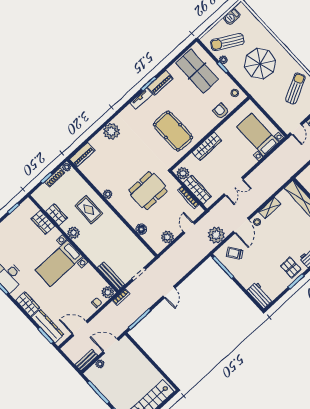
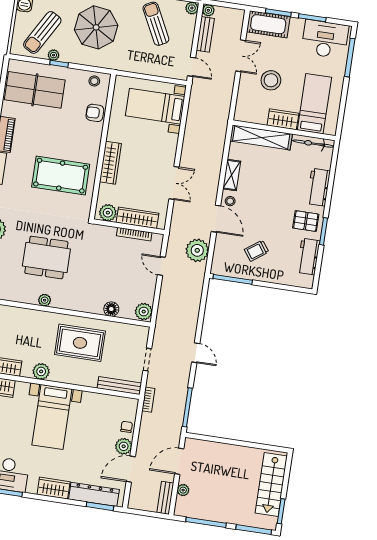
dining table: (148, 191) -> (46, 257), moved, turned 90
rug: (89, 210) -> (80, 343), moved, width x1.36, depth x1.43
plant: (167, 237) -> (144, 312), moved
trolley: (235, 253) -> (257, 251), moved
plant: (108, 292) -> (124, 446), moved
workbench: (260, 295) -> (308, 256), moved, turned -90

